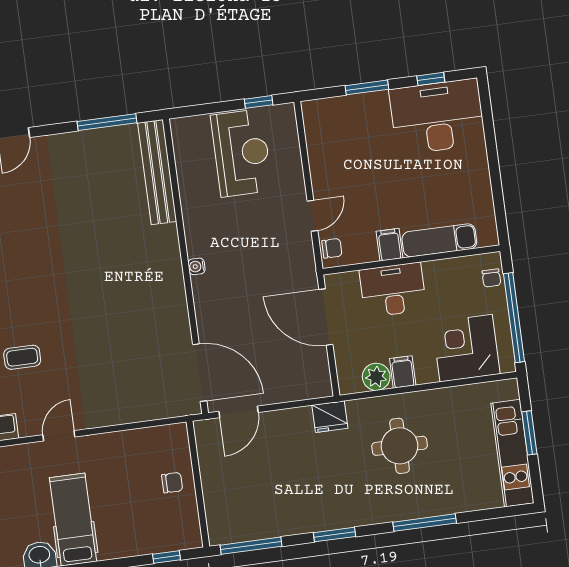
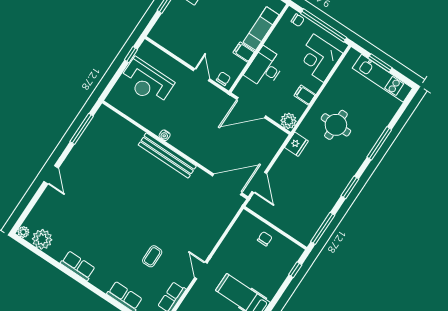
reception desk: (241, 153) -> (147, 82), turned 180
bench: (157, 172) -> (167, 155), moved
water cooler: (197, 266) -> (165, 135), moved
plant: (376, 377) -> (289, 121), moved

